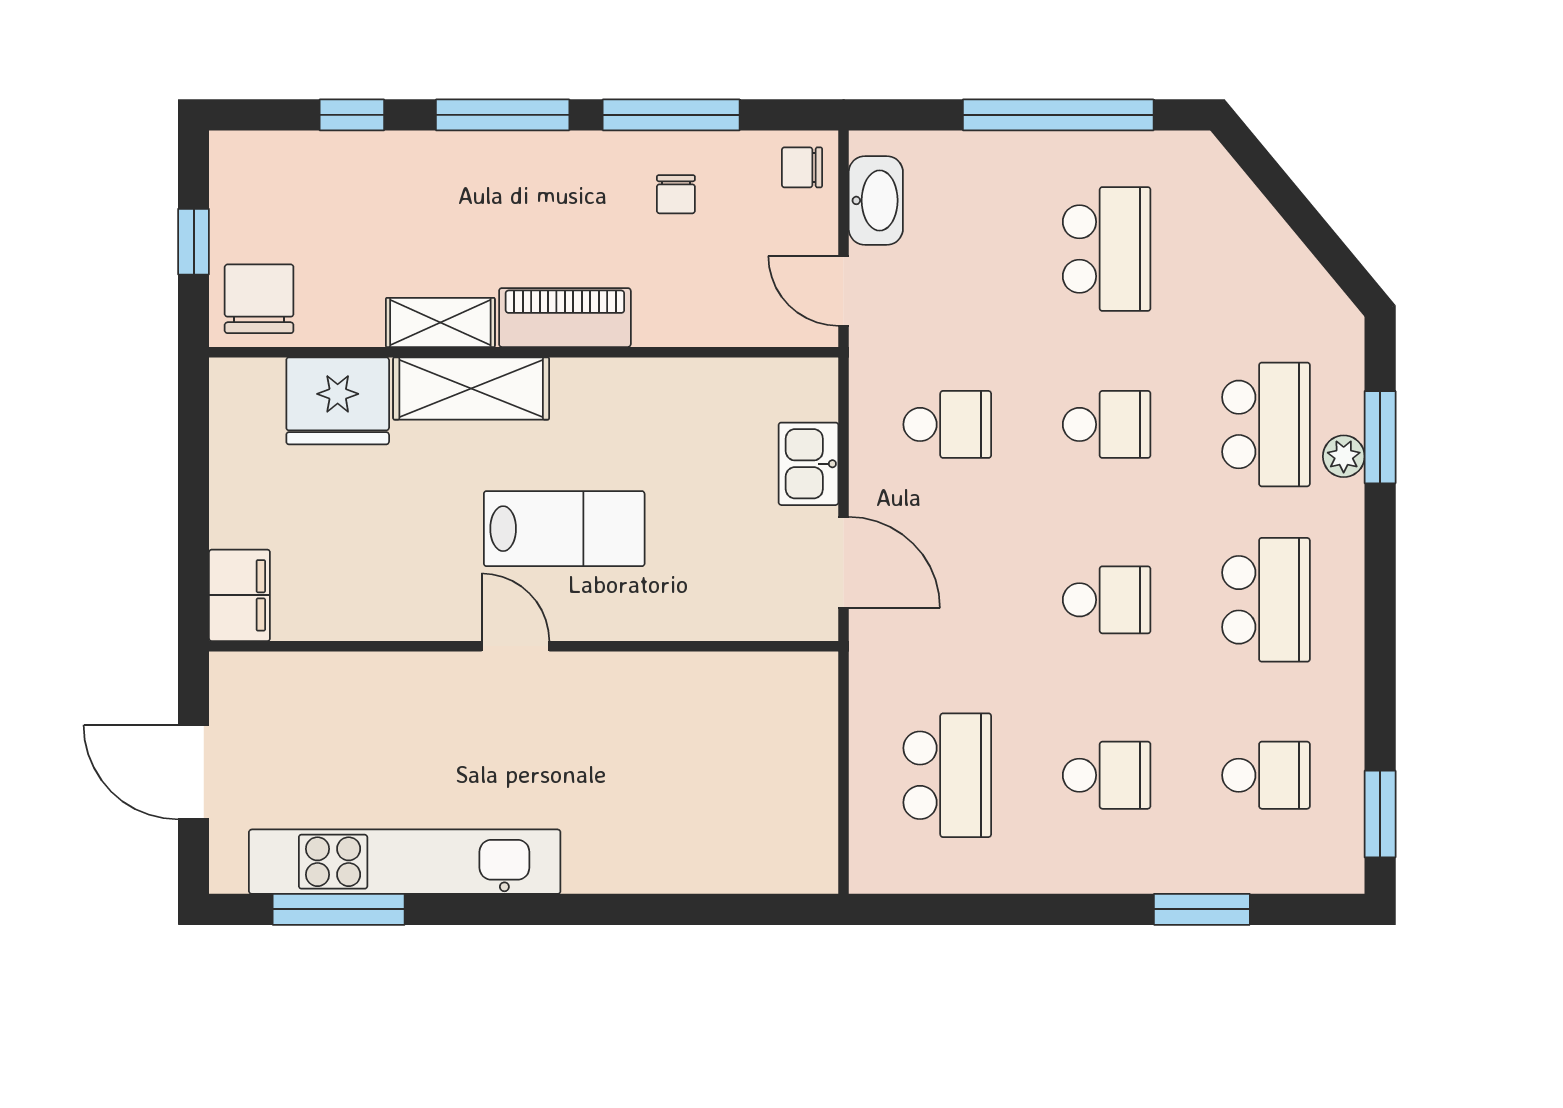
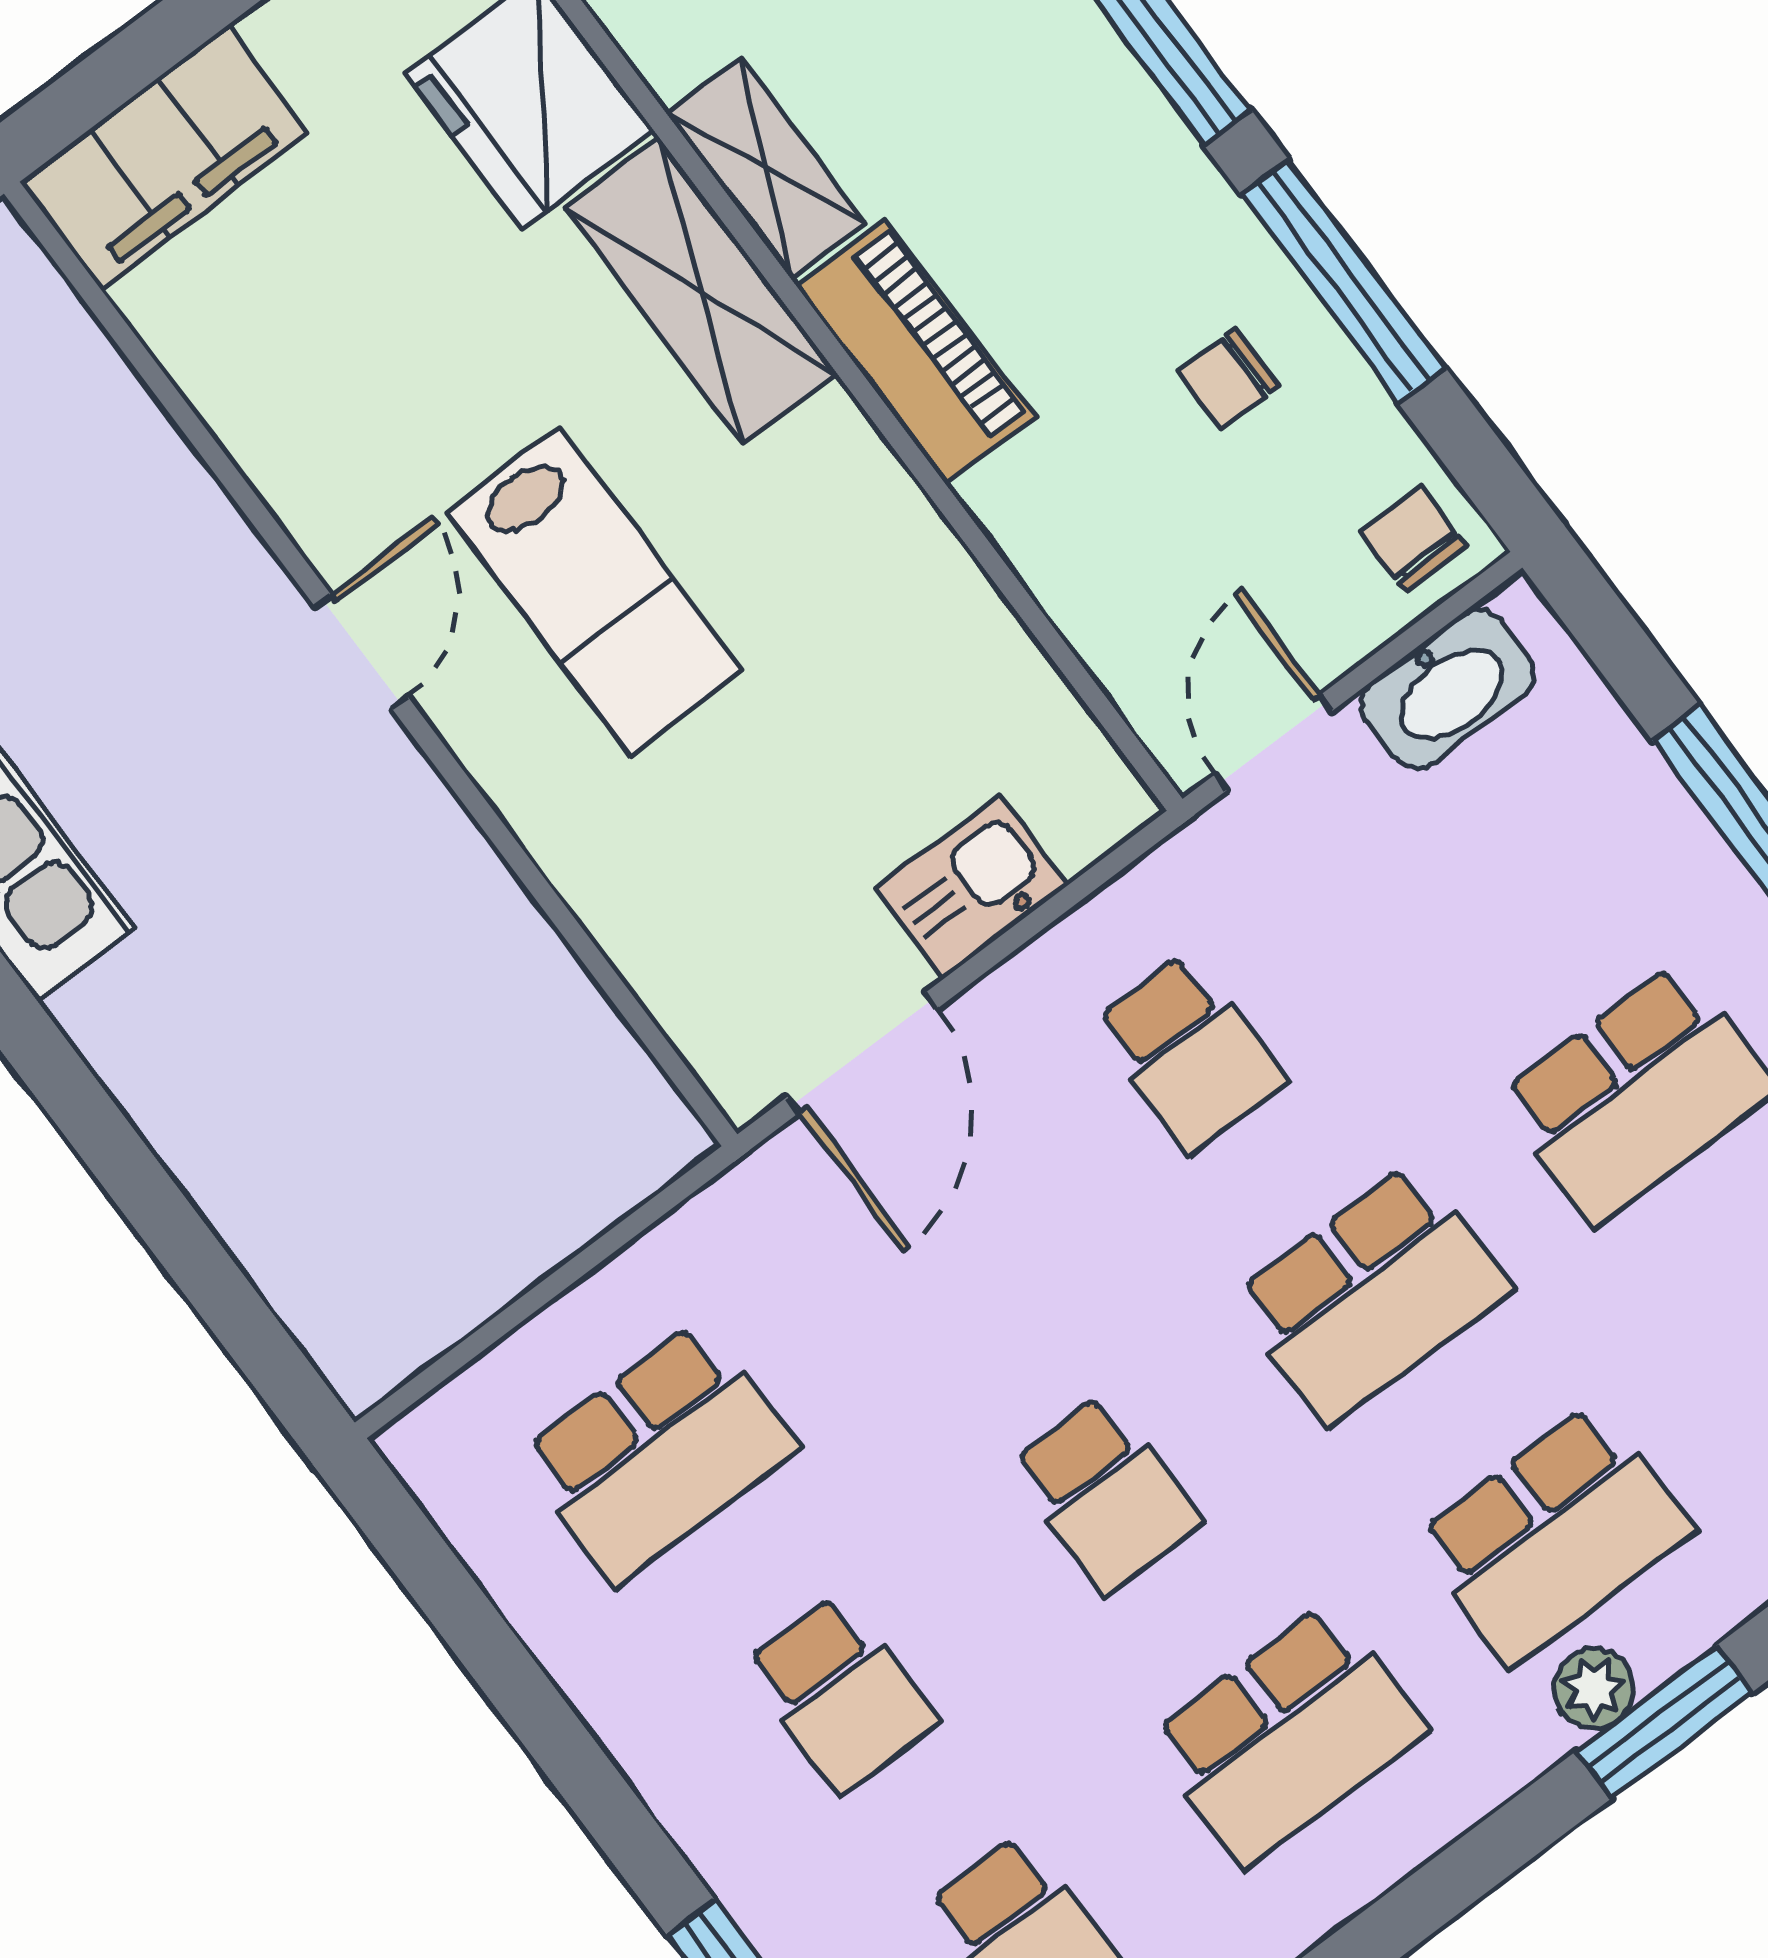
school desk: (1107, 424) -> (1371, 1293), width x1.85
filing cabinet: (239, 595) -> (164, 157), width x1.50, depth x1.17

